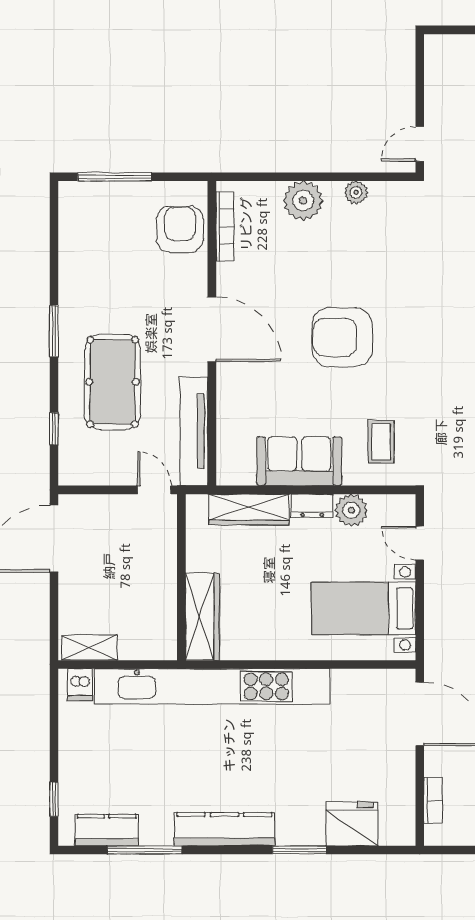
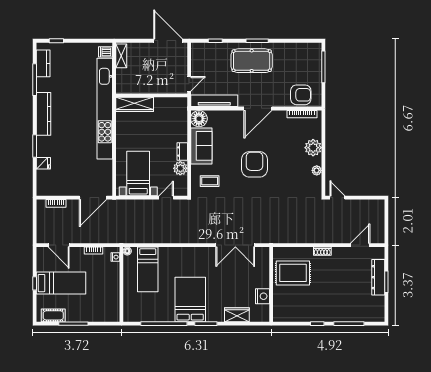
pool table: (113, 382) -> (252, 61), moved
floor lamp: (236, 467) -> (199, 119), added
wardrobe: (249, 509) -> (181, 124), removed
fridge: (352, 824) -> (43, 163), width x0.53, depth x0.75

